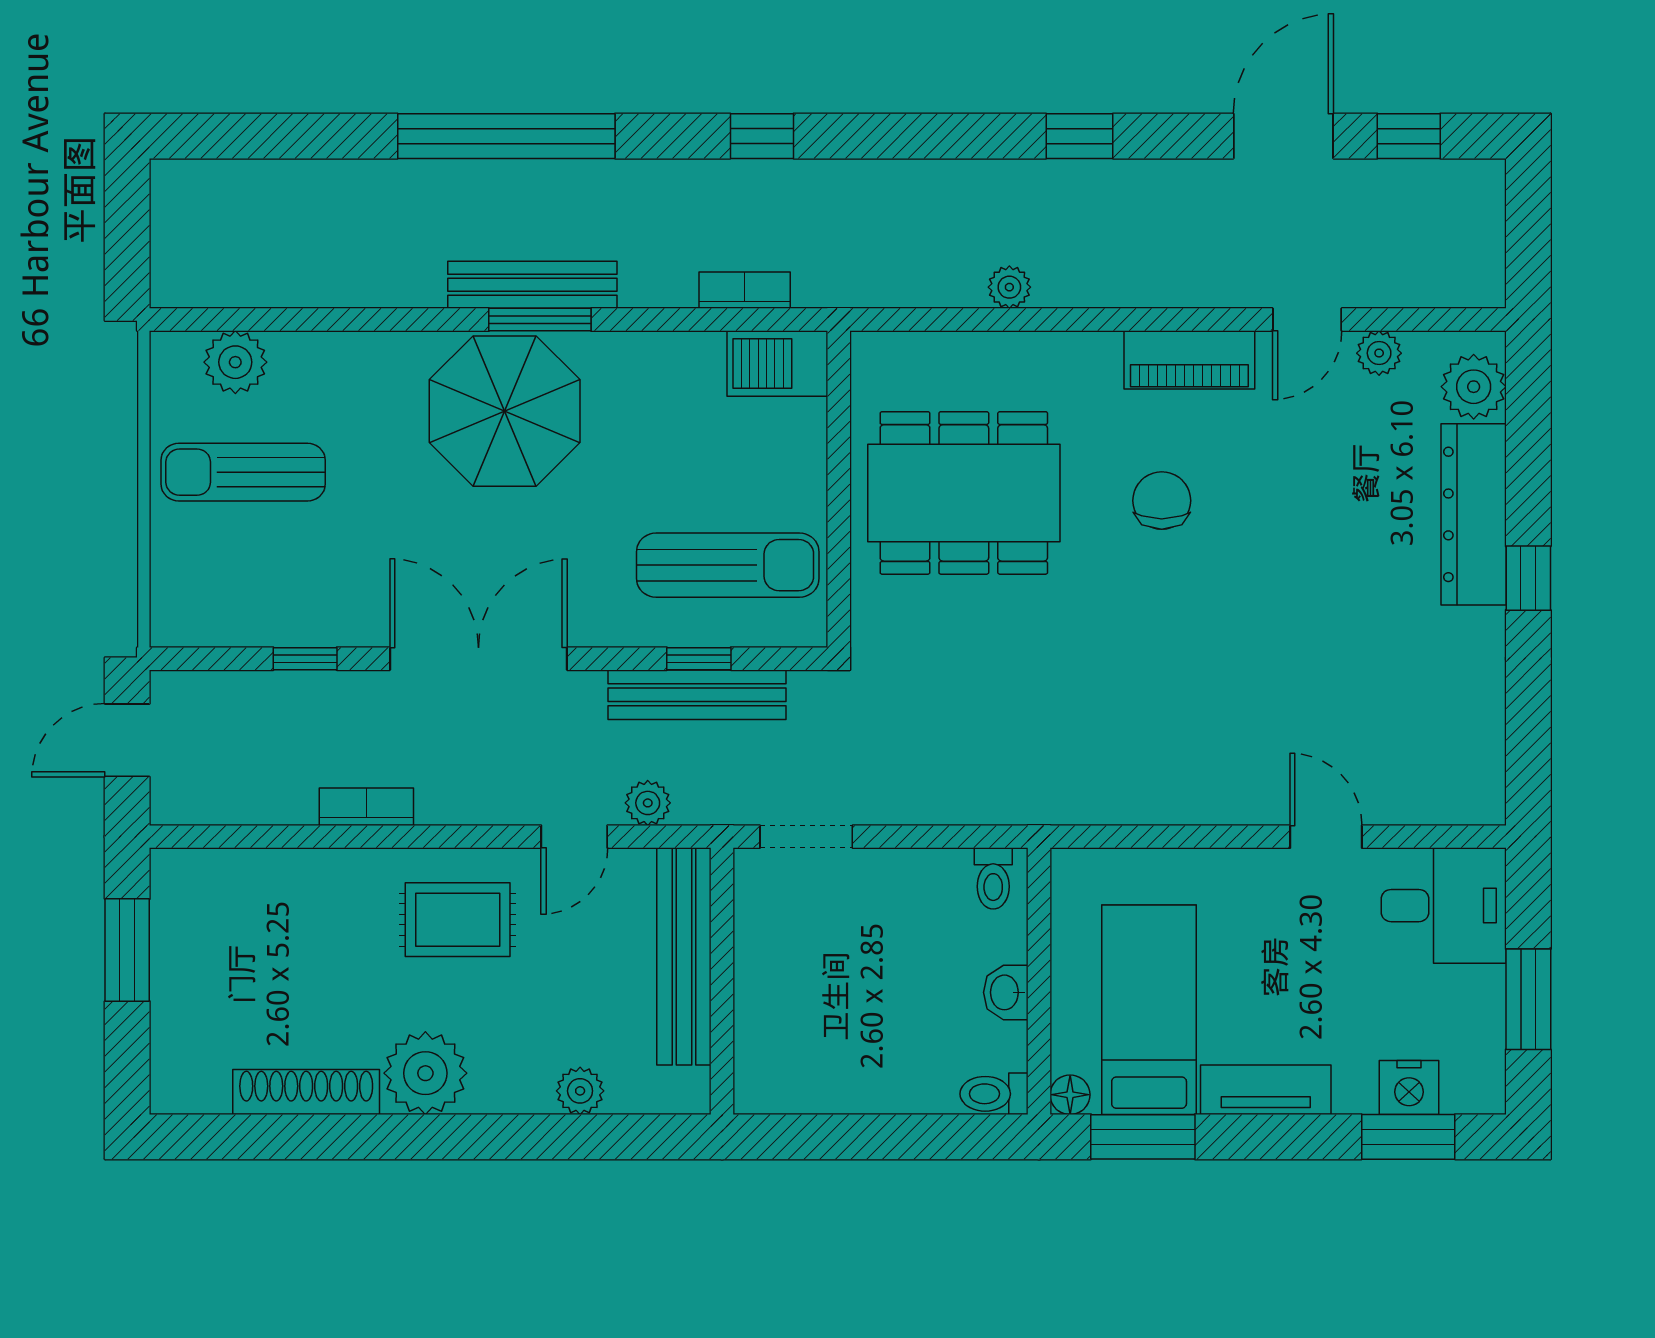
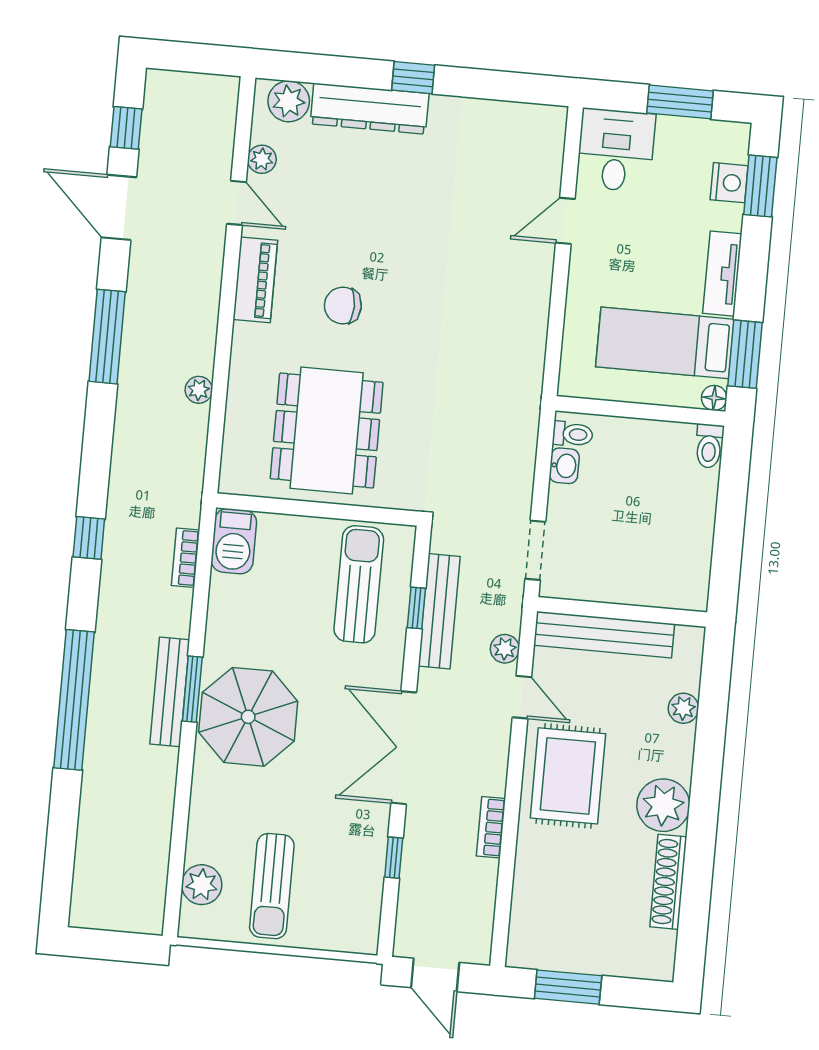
window: (1080, 136) -> (107, 337), width x2.17
rug: (458, 920) -> (568, 776), width x1.36, depth x1.43
washbasin: (1006, 992) -> (564, 466), moved, turned -90

